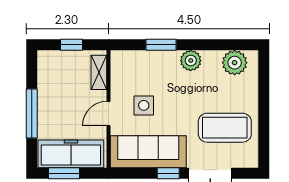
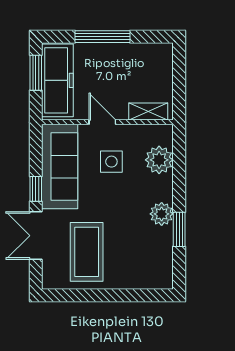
window: (71, 45) -> (179, 81), removed
window: (161, 45) -> (179, 229), moved
plant: (235, 63) -> (159, 160), moved

